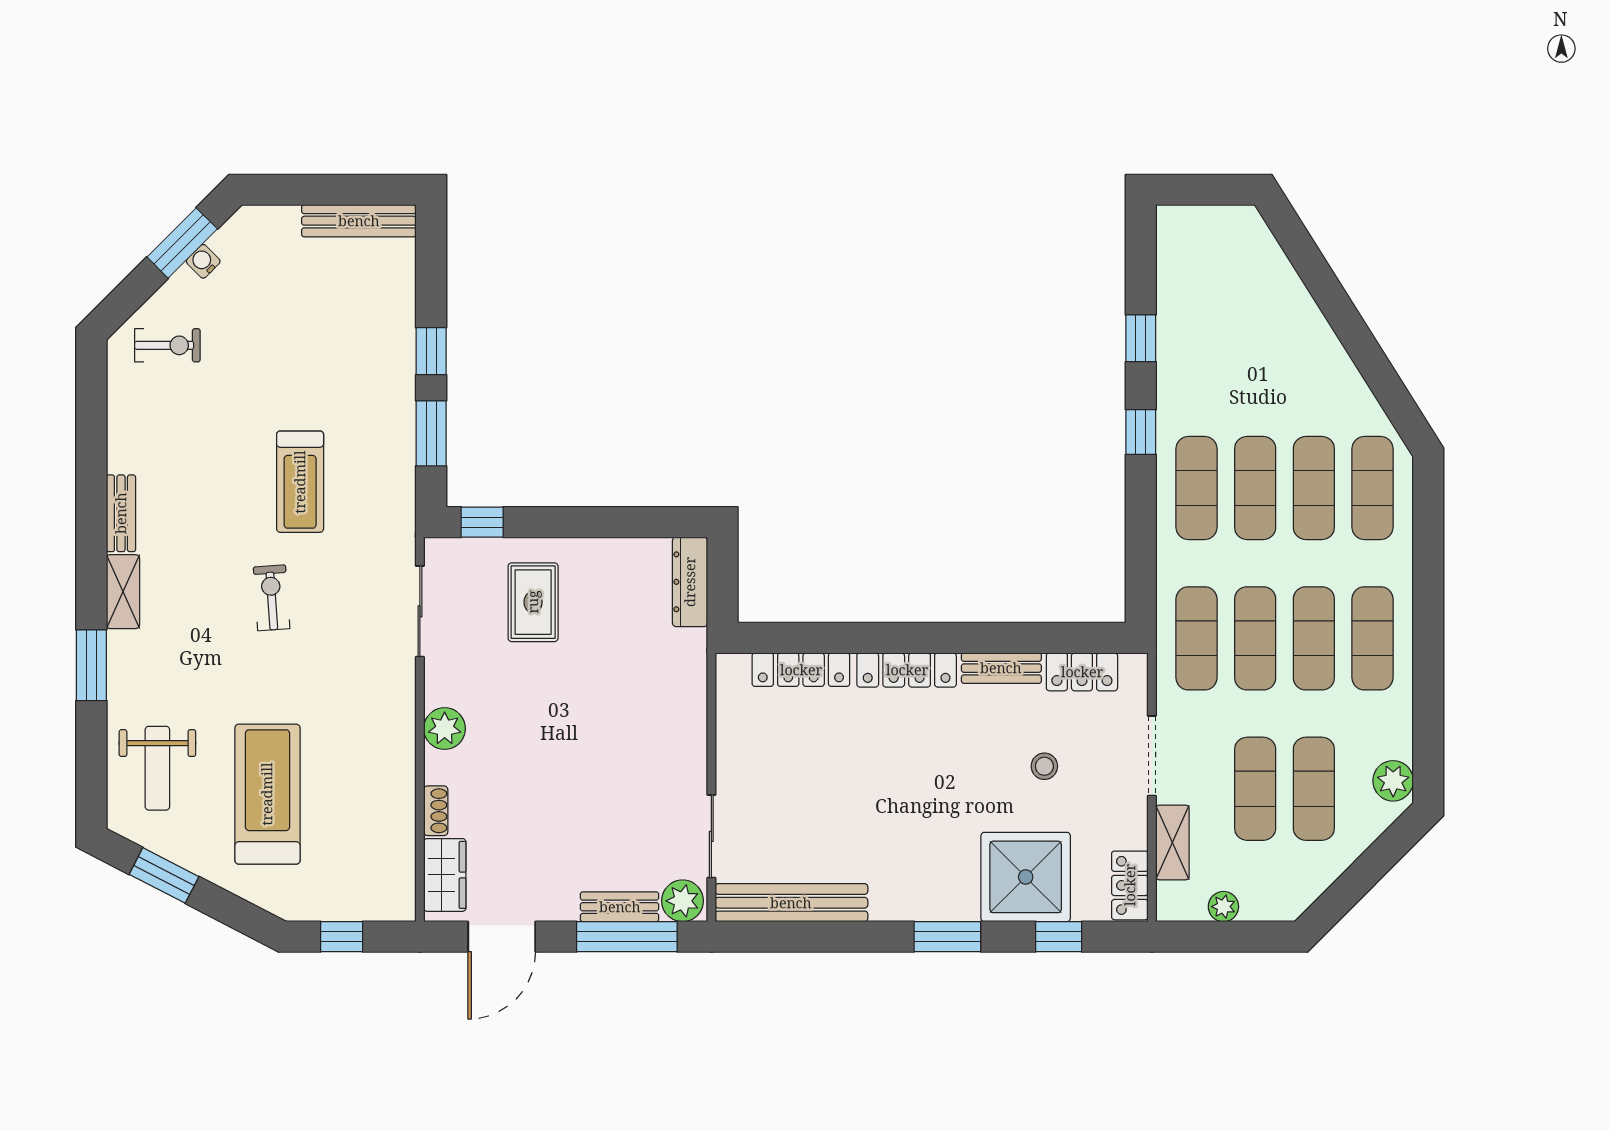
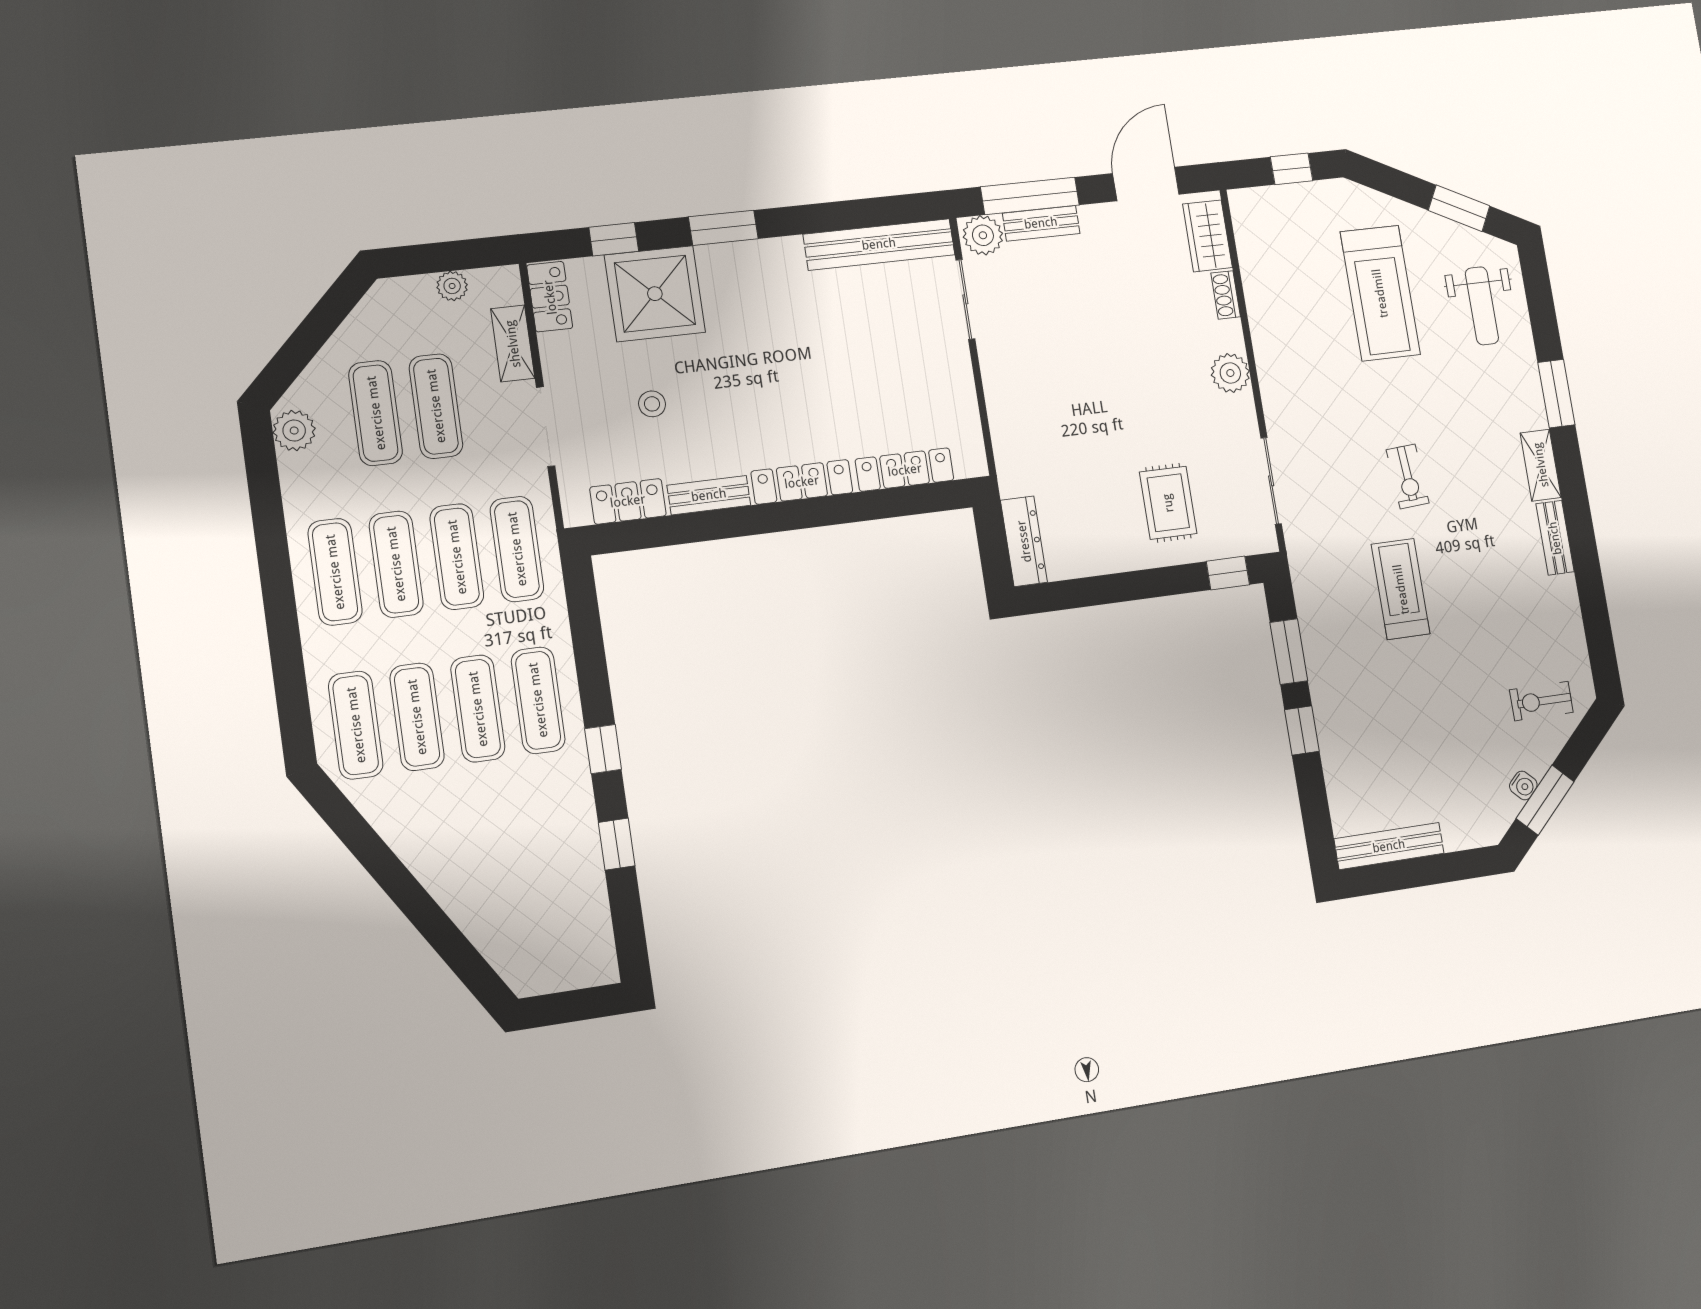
weight bench: (157, 768) -> (1482, 306), turned 180

